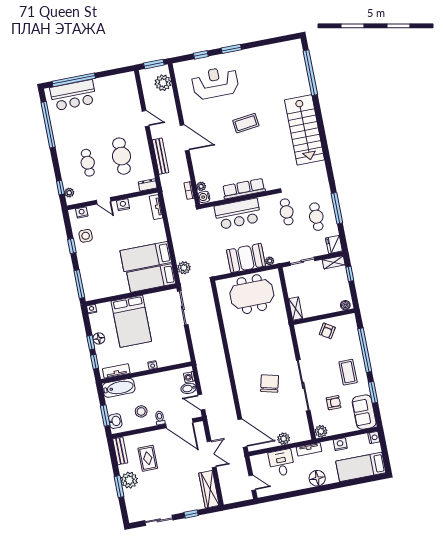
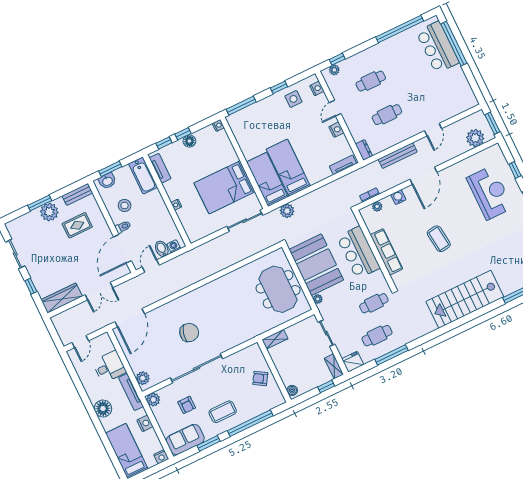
coffee table: (246, 123) -> (439, 239), moved
cafe table: (121, 156) -> (387, 115), width x0.73, depth x0.74
water cooler: (204, 197) -> (398, 197), moved
booth: (246, 258) -> (316, 265), width x1.36, depth x1.42
bed: (131, 321) -> (225, 187), moved
plant: (284, 439) -> (143, 378), moved
tv unit: (309, 449) -> (131, 392), width x1.41

